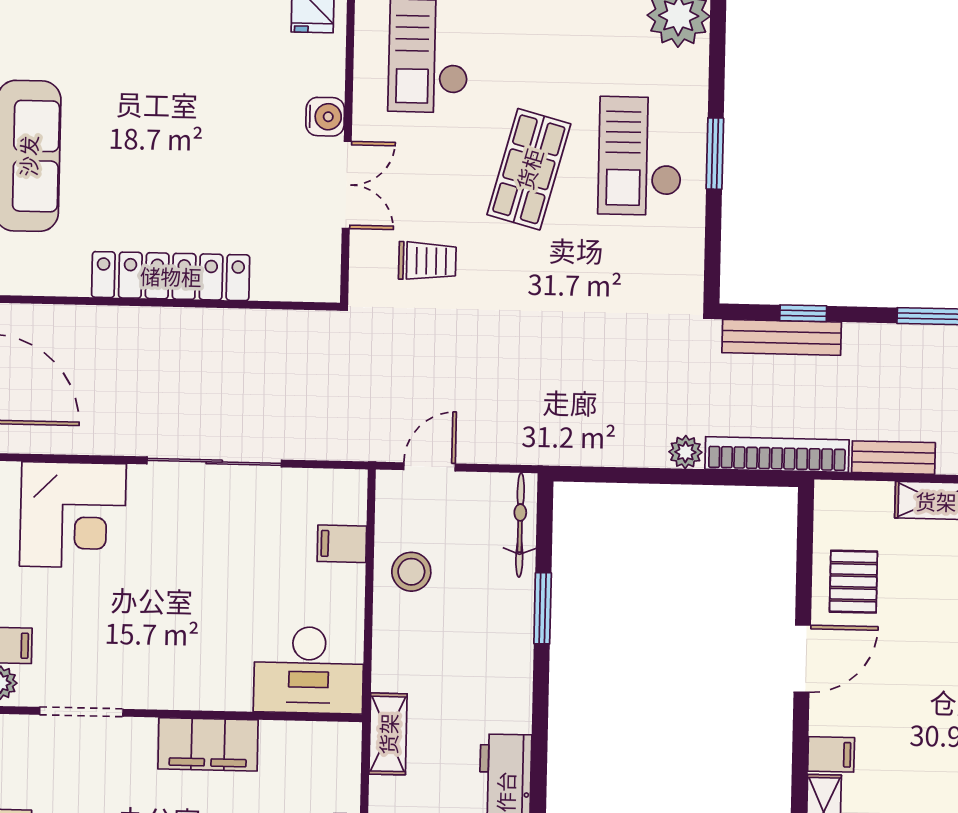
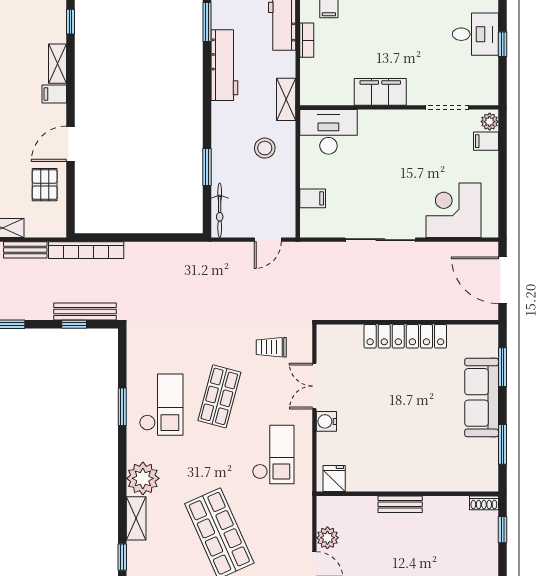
plant: (685, 452) -> (134, 250), removed
stool: (411, 572) -> (265, 148), moved

